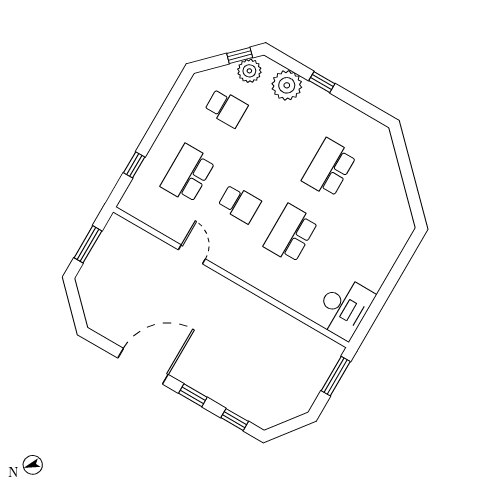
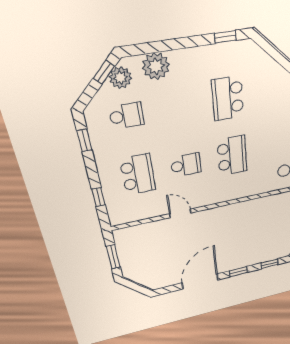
window: (322, 82) -> (225, 37), moved
window: (172, 100) -> (84, 140), added
school desk: (188, 174) -> (138, 175), turned 180
school desk: (291, 234) -> (232, 156), turned 180

